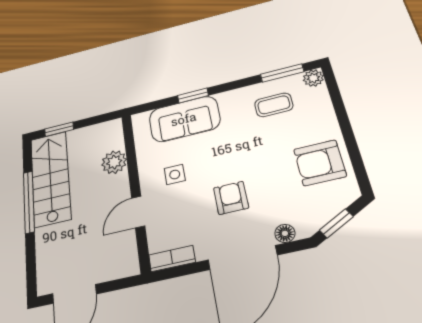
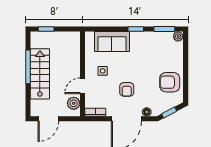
window: (193, 95) -> (136, 29), moved
coffee table: (274, 105) -> (156, 46), removed
plant: (114, 162) -> (74, 103), moved
stairs: (50, 178) -> (40, 74), moved
armchair: (231, 198) -> (127, 89), turned 180

